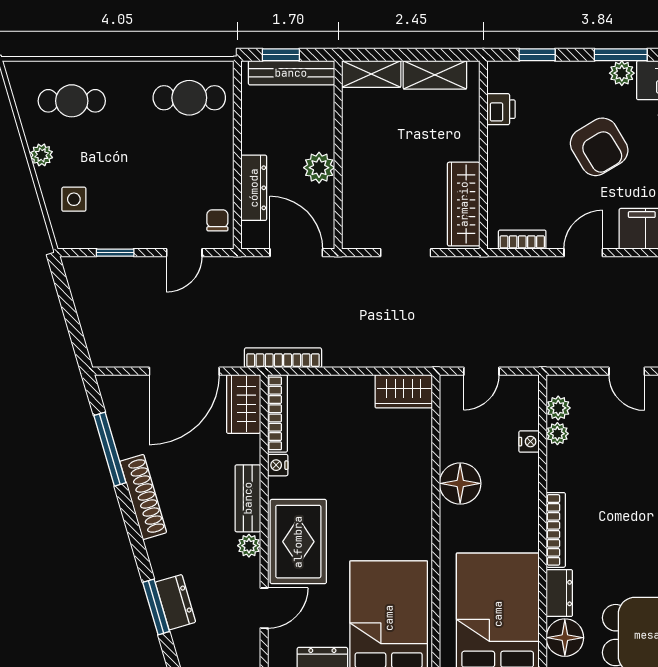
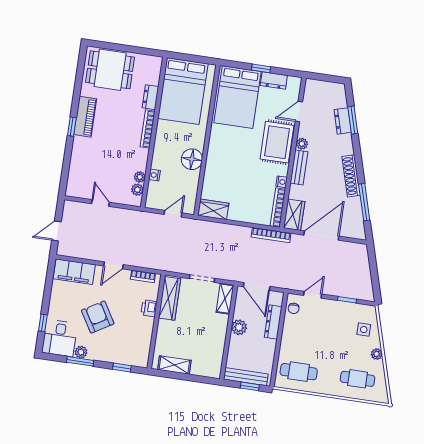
shelving: (371, 74) -> (225, 299), moved, turned 90
printer: (501, 109) -> (149, 308), moved
floor lamp: (565, 638) -> (151, 75), removed

